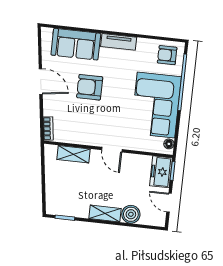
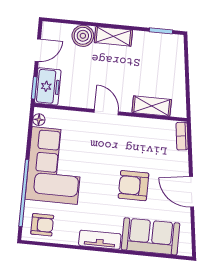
armchair: (90, 87) -> (133, 186), turned 180
door: (169, 203) -> (38, 50), hinge flipped

